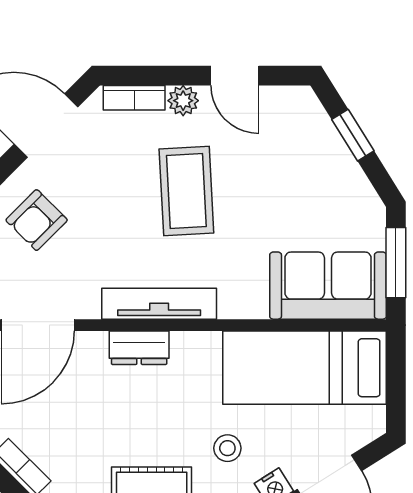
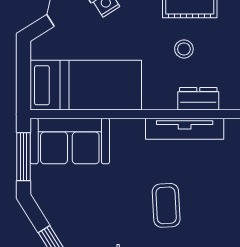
coffee table: (186, 191) -> (166, 205), width x0.73, depth x0.77
stool: (227, 448) -> (184, 49), moved

